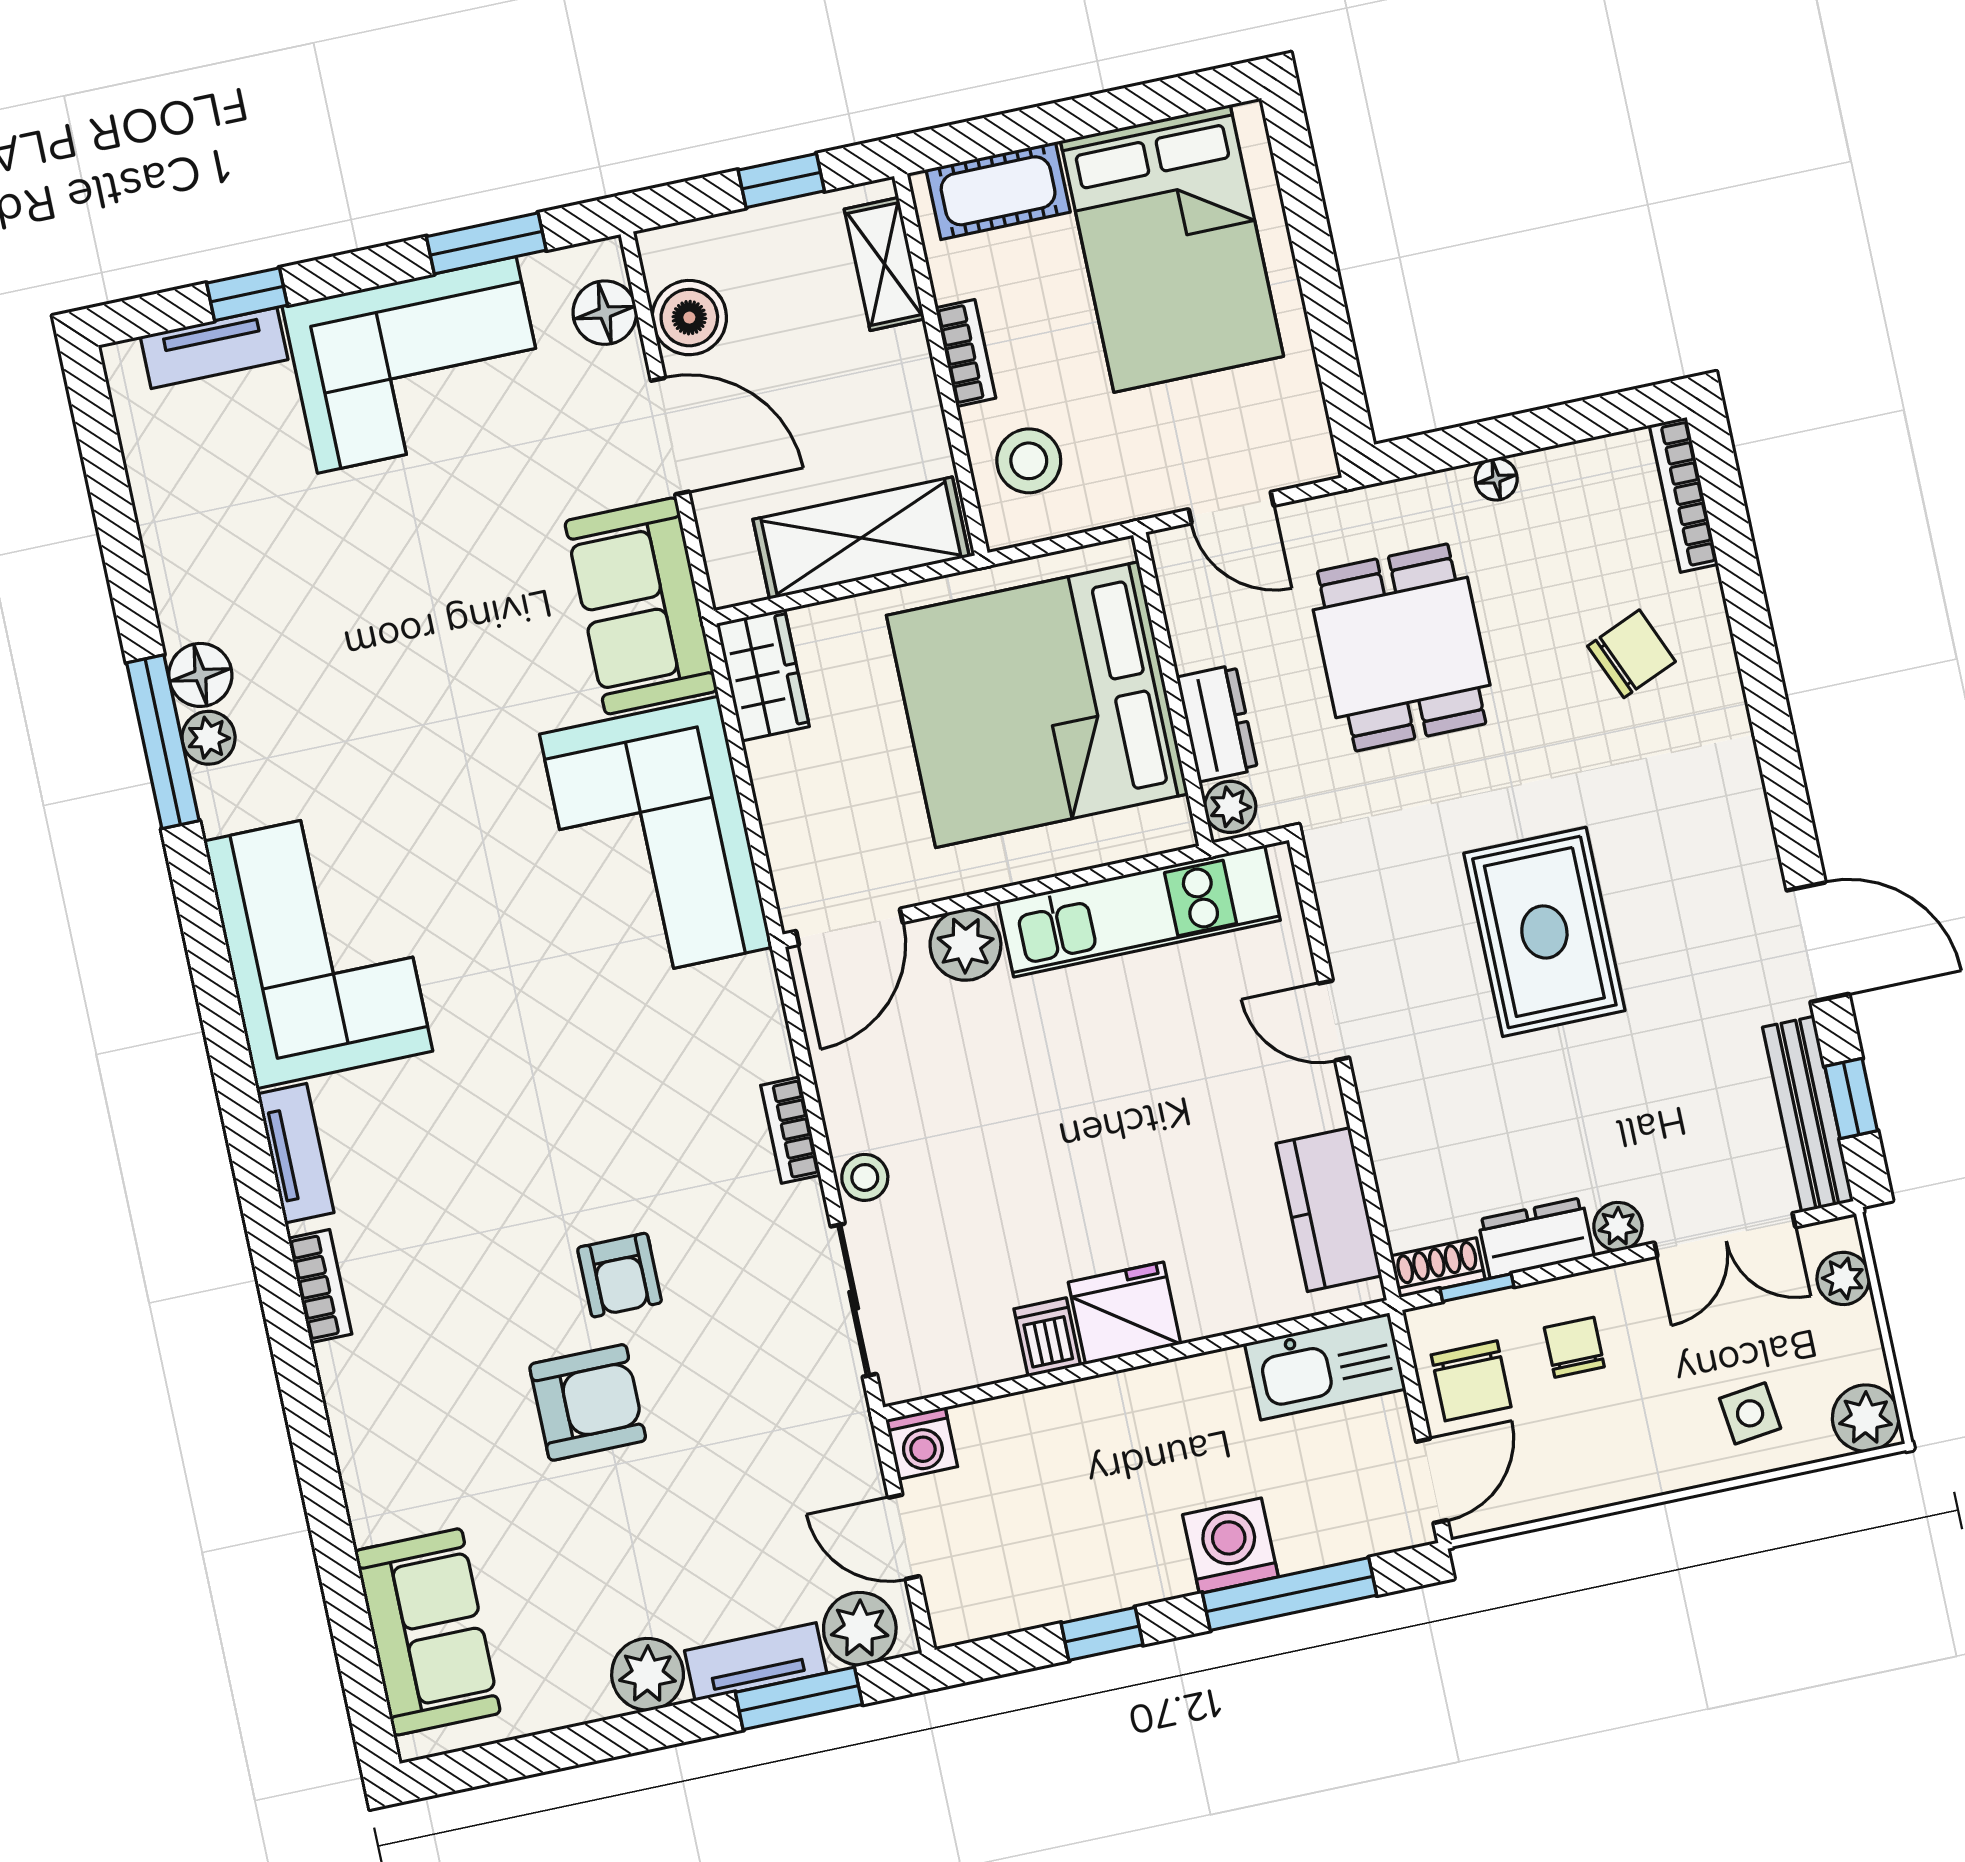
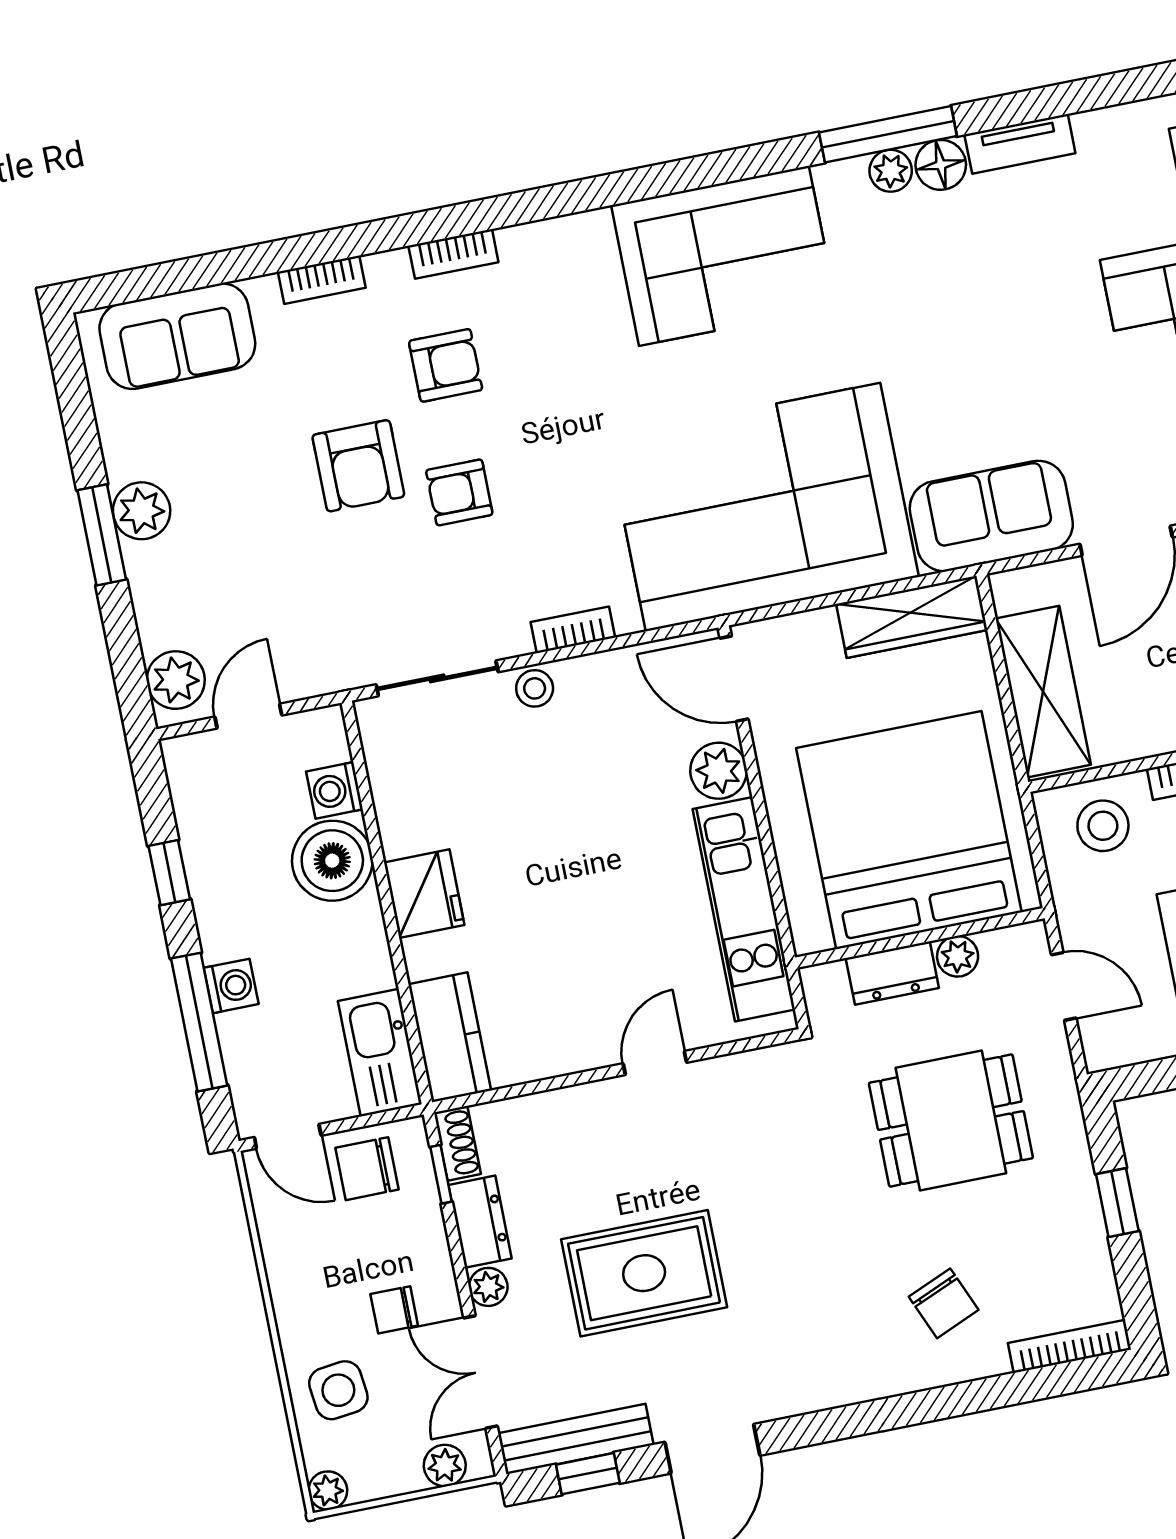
window: (1502, 437) -> (1117, 1203), added
floor lamp: (1496, 479) -> (1084, 1197), removed
door: (1231, 508) -> (1064, 986), swing flipped
wardrobe: (763, 675) -> (912, 617), width x1.50
plant: (1230, 807) -> (958, 956), moved
corner sofa: (656, 841) -> (763, 507), width x1.36, depth x1.36
rug: (1544, 932) -> (644, 1273), moved
tv unit: (296, 1153) -> (1020, 144), moved
kitchen counter: (1329, 1210) -> (450, 1037), moved, turned 90
armchair: (460, 1294) -> (446, 365), added
dishwasher: (1047, 1337) -> (406, 832), removed
chair: (1574, 1347) -> (394, 1310), moved, turned 180
side table: (1750, 1413) -> (338, 1390), width x1.37, depth x1.37
plant: (1866, 1418) -> (328, 1490), width x0.73, depth x0.73
boiler: (1084, 1429) -> (332, 861), added
washing machine: (922, 1443) -> (335, 790), moved
bookcase: (354, 1451) -> (322, 280), added
washing machine: (1230, 1546) -> (231, 986), width x0.73, depth x0.73
tv unit: (756, 1662) -> (150, 597), removed
window: (799, 1698) -> (102, 535), moved

